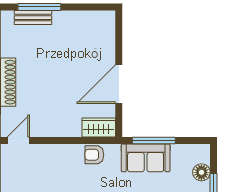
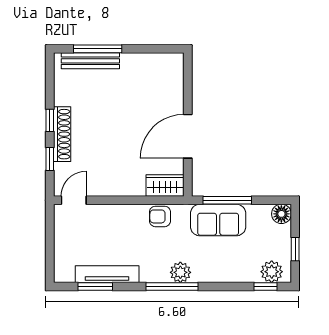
bench: (33, 18) -> (90, 61), width x1.36
floor lamp: (201, 172) -> (281, 214), moved

